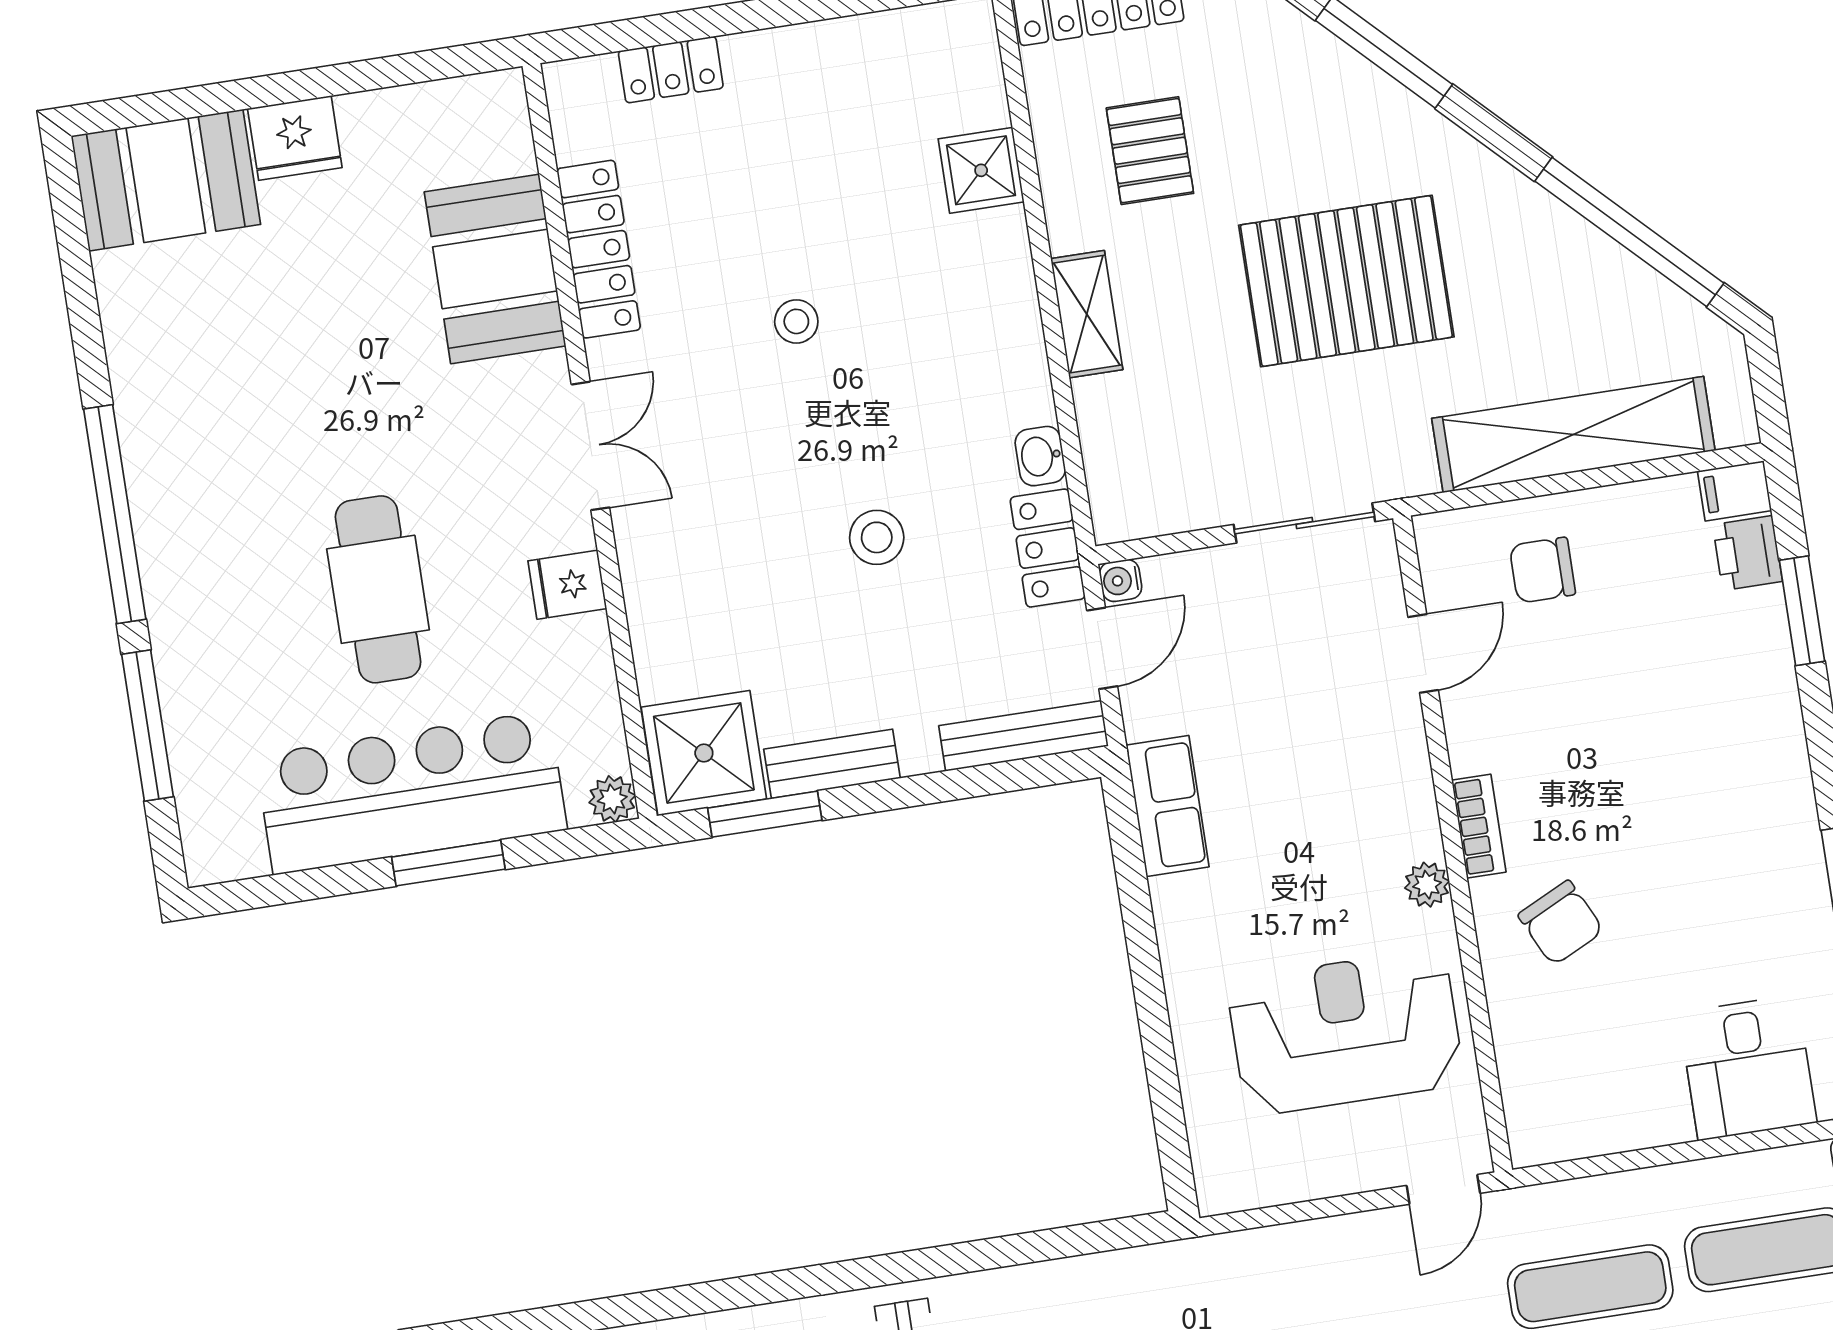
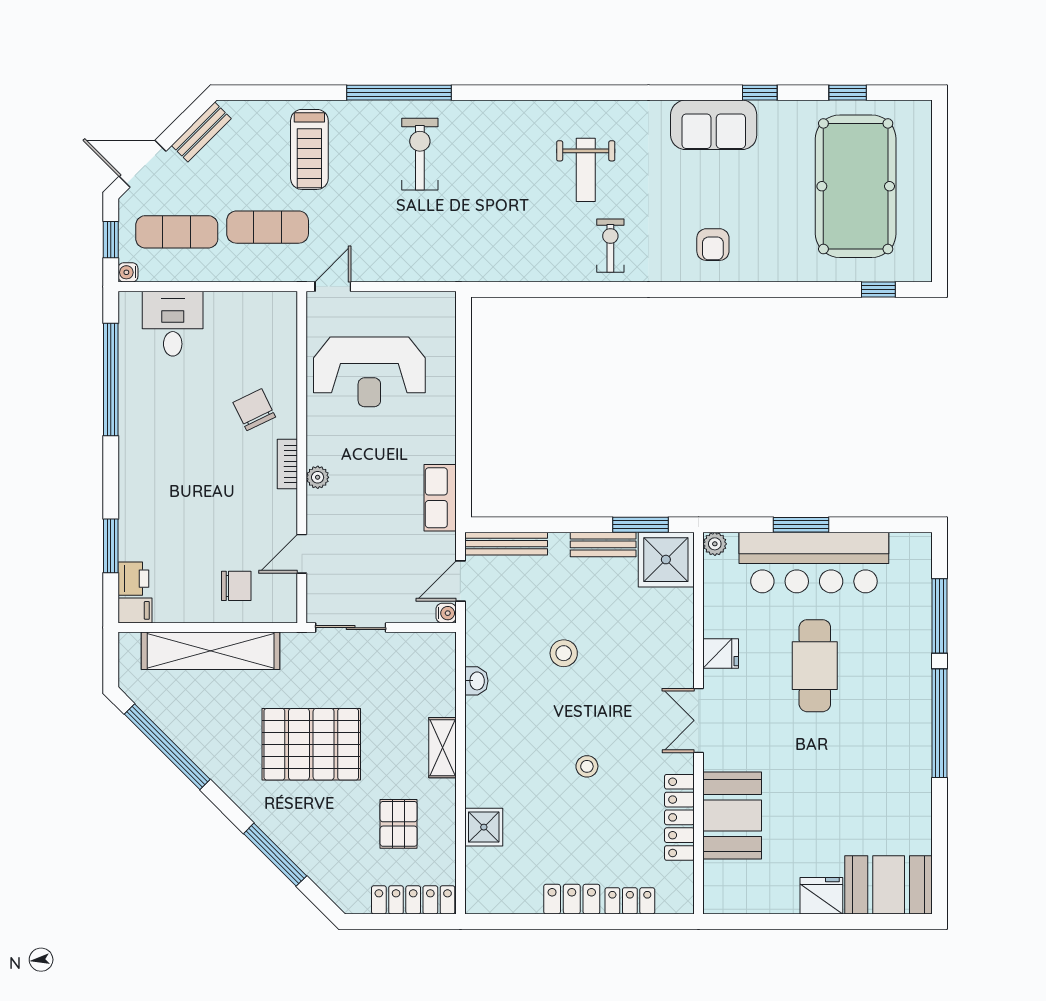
locker: (1048, 548) -> (572, 899), moved, turned -90
plant: (1427, 885) -> (318, 477), moved

